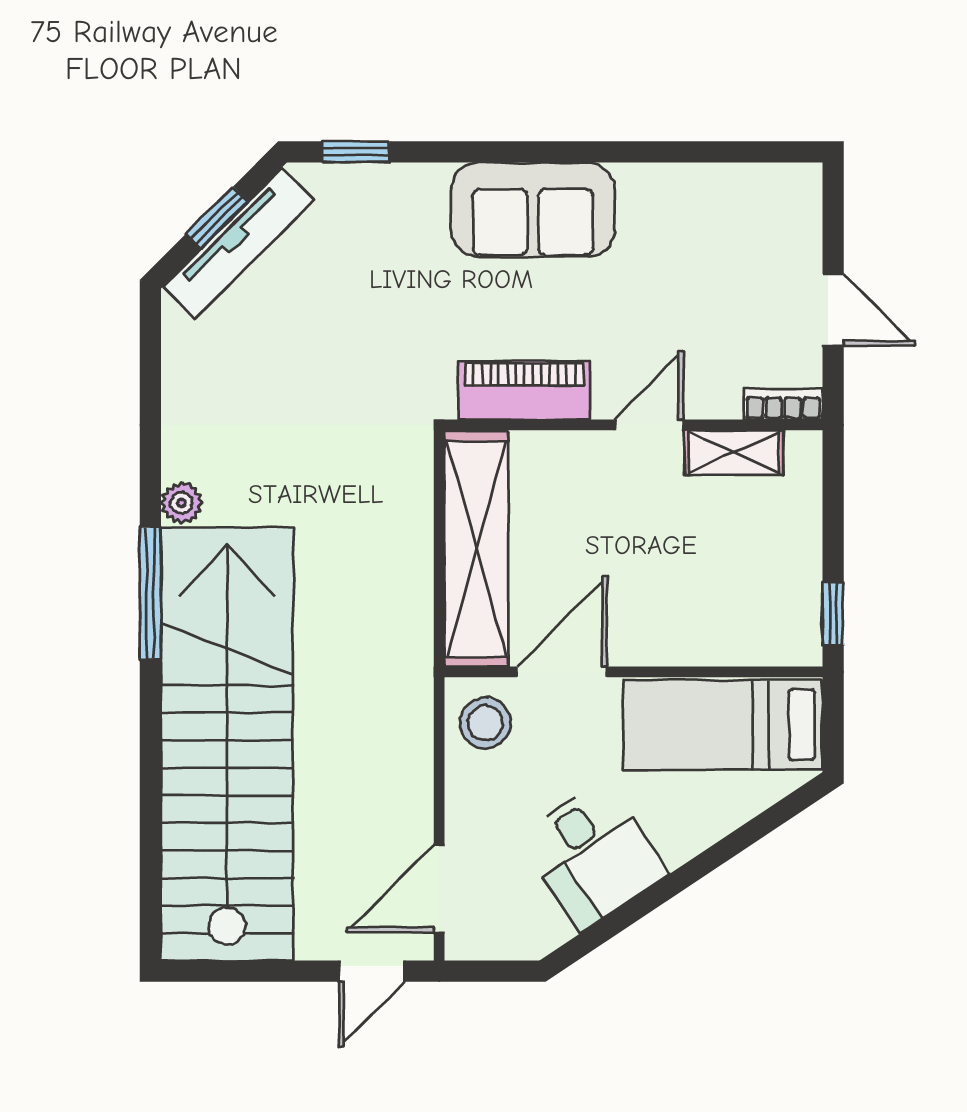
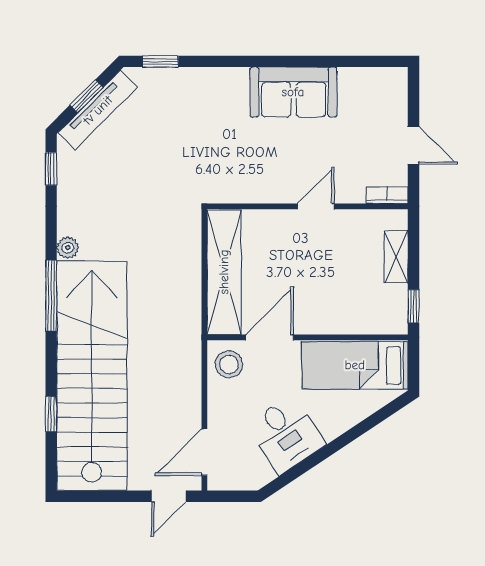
sofa: (533, 210) -> (293, 92), moved
window: (150, 354) -> (51, 169), added
piano: (524, 390) -> (250, 188), removed
shelving: (734, 452) -> (396, 257), moved, turned 90
window: (150, 817) -> (51, 414), added

